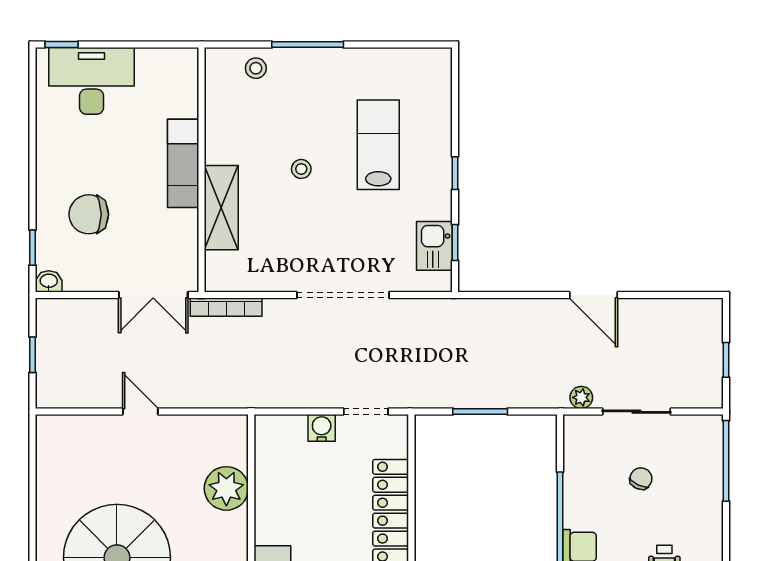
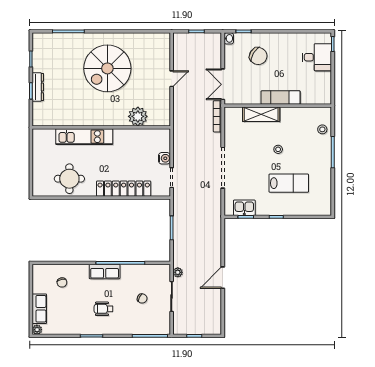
desk: (91, 81) -> (317, 57), width x0.73
chair: (89, 214) -> (258, 56), turned 121

